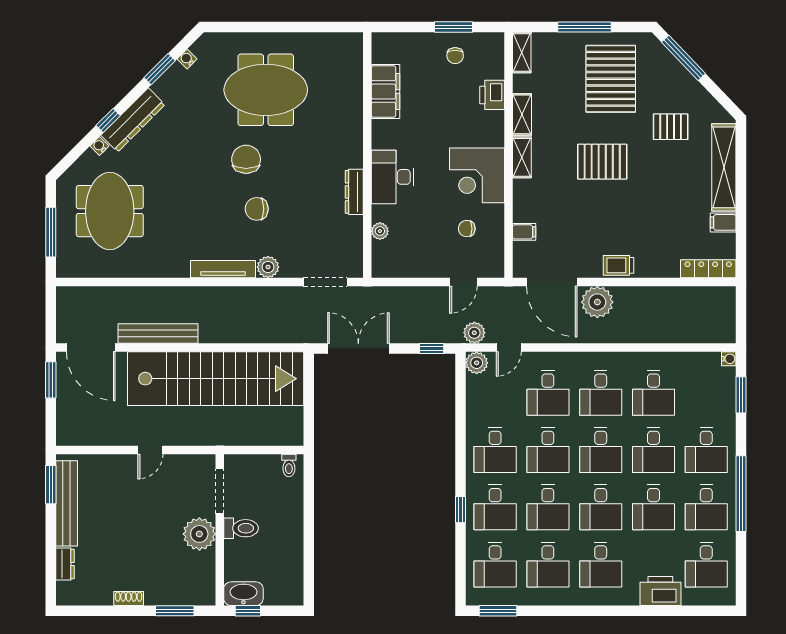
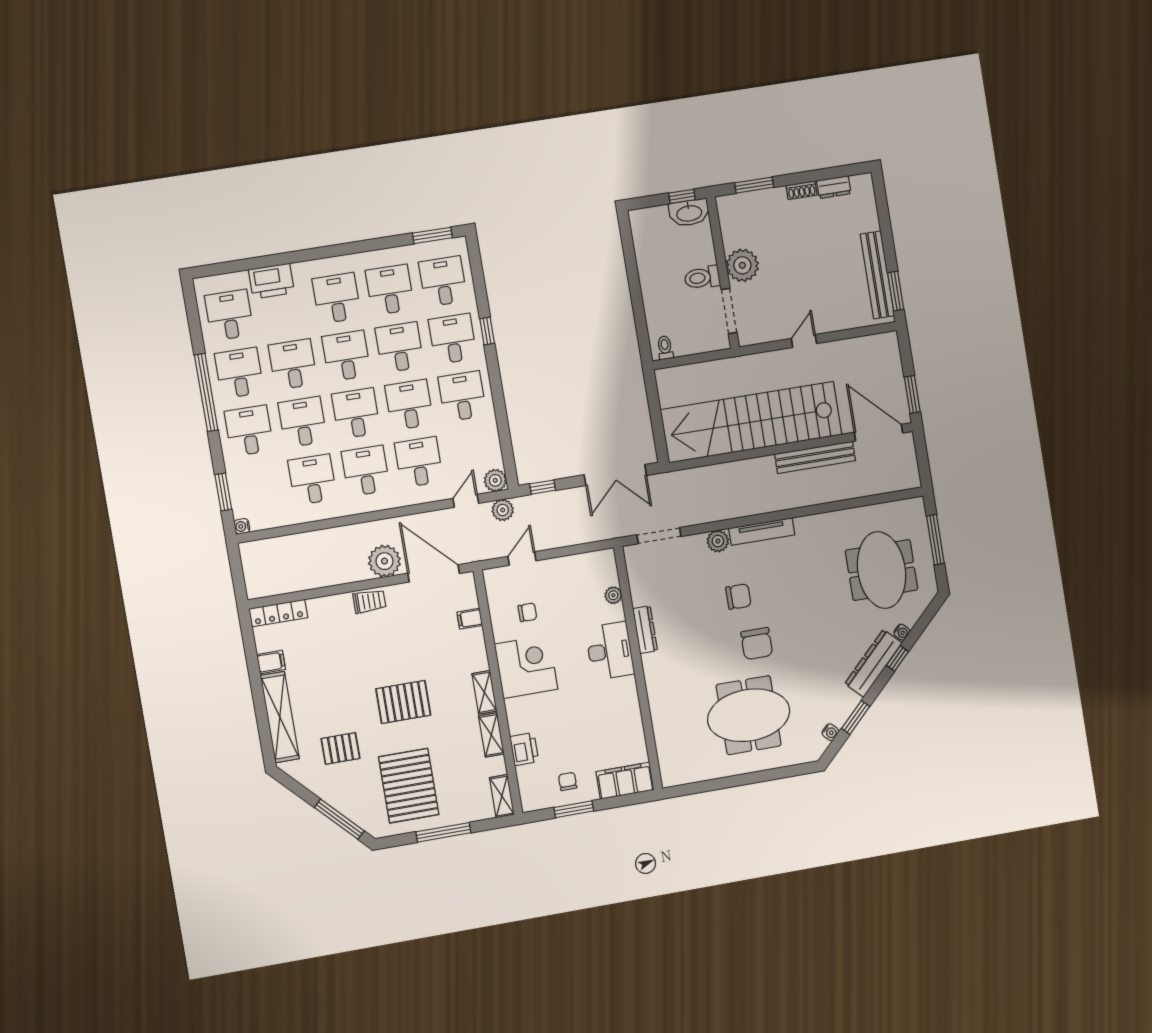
filing cabinet: (385, 92) -> (625, 781), moved, turned 90
dresser: (65, 564) -> (834, 187), moved, turned -90

